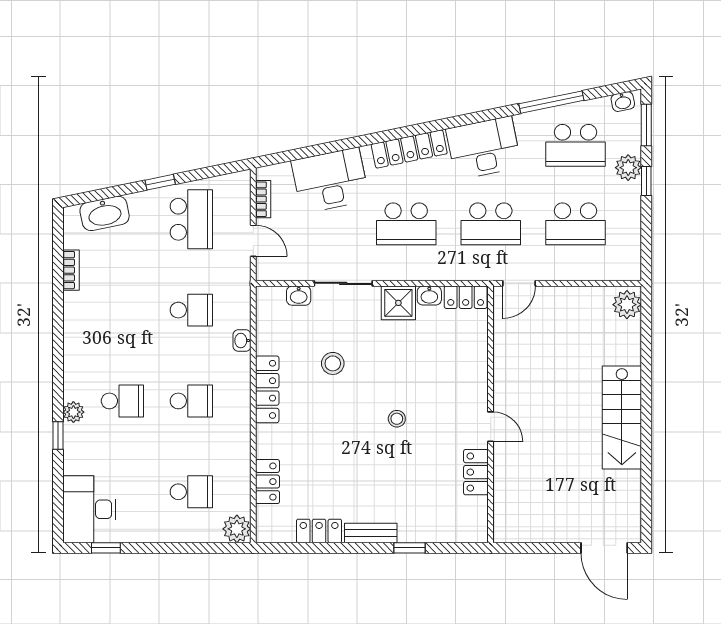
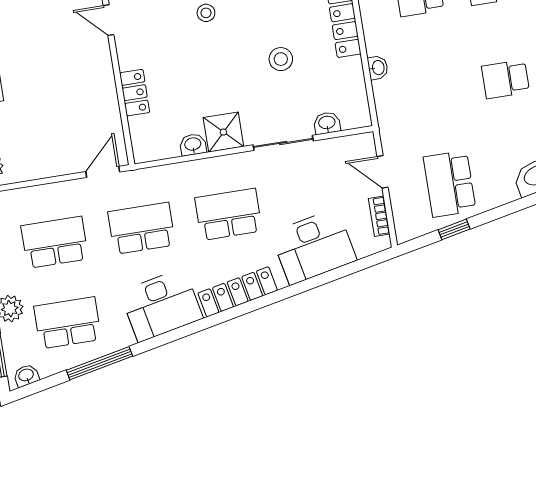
window: (160, 182) -> (454, 229), moved
locker: (466, 297) -> (135, 93), moved, turned 90
school desk: (191, 310) -> (505, 79), moved

